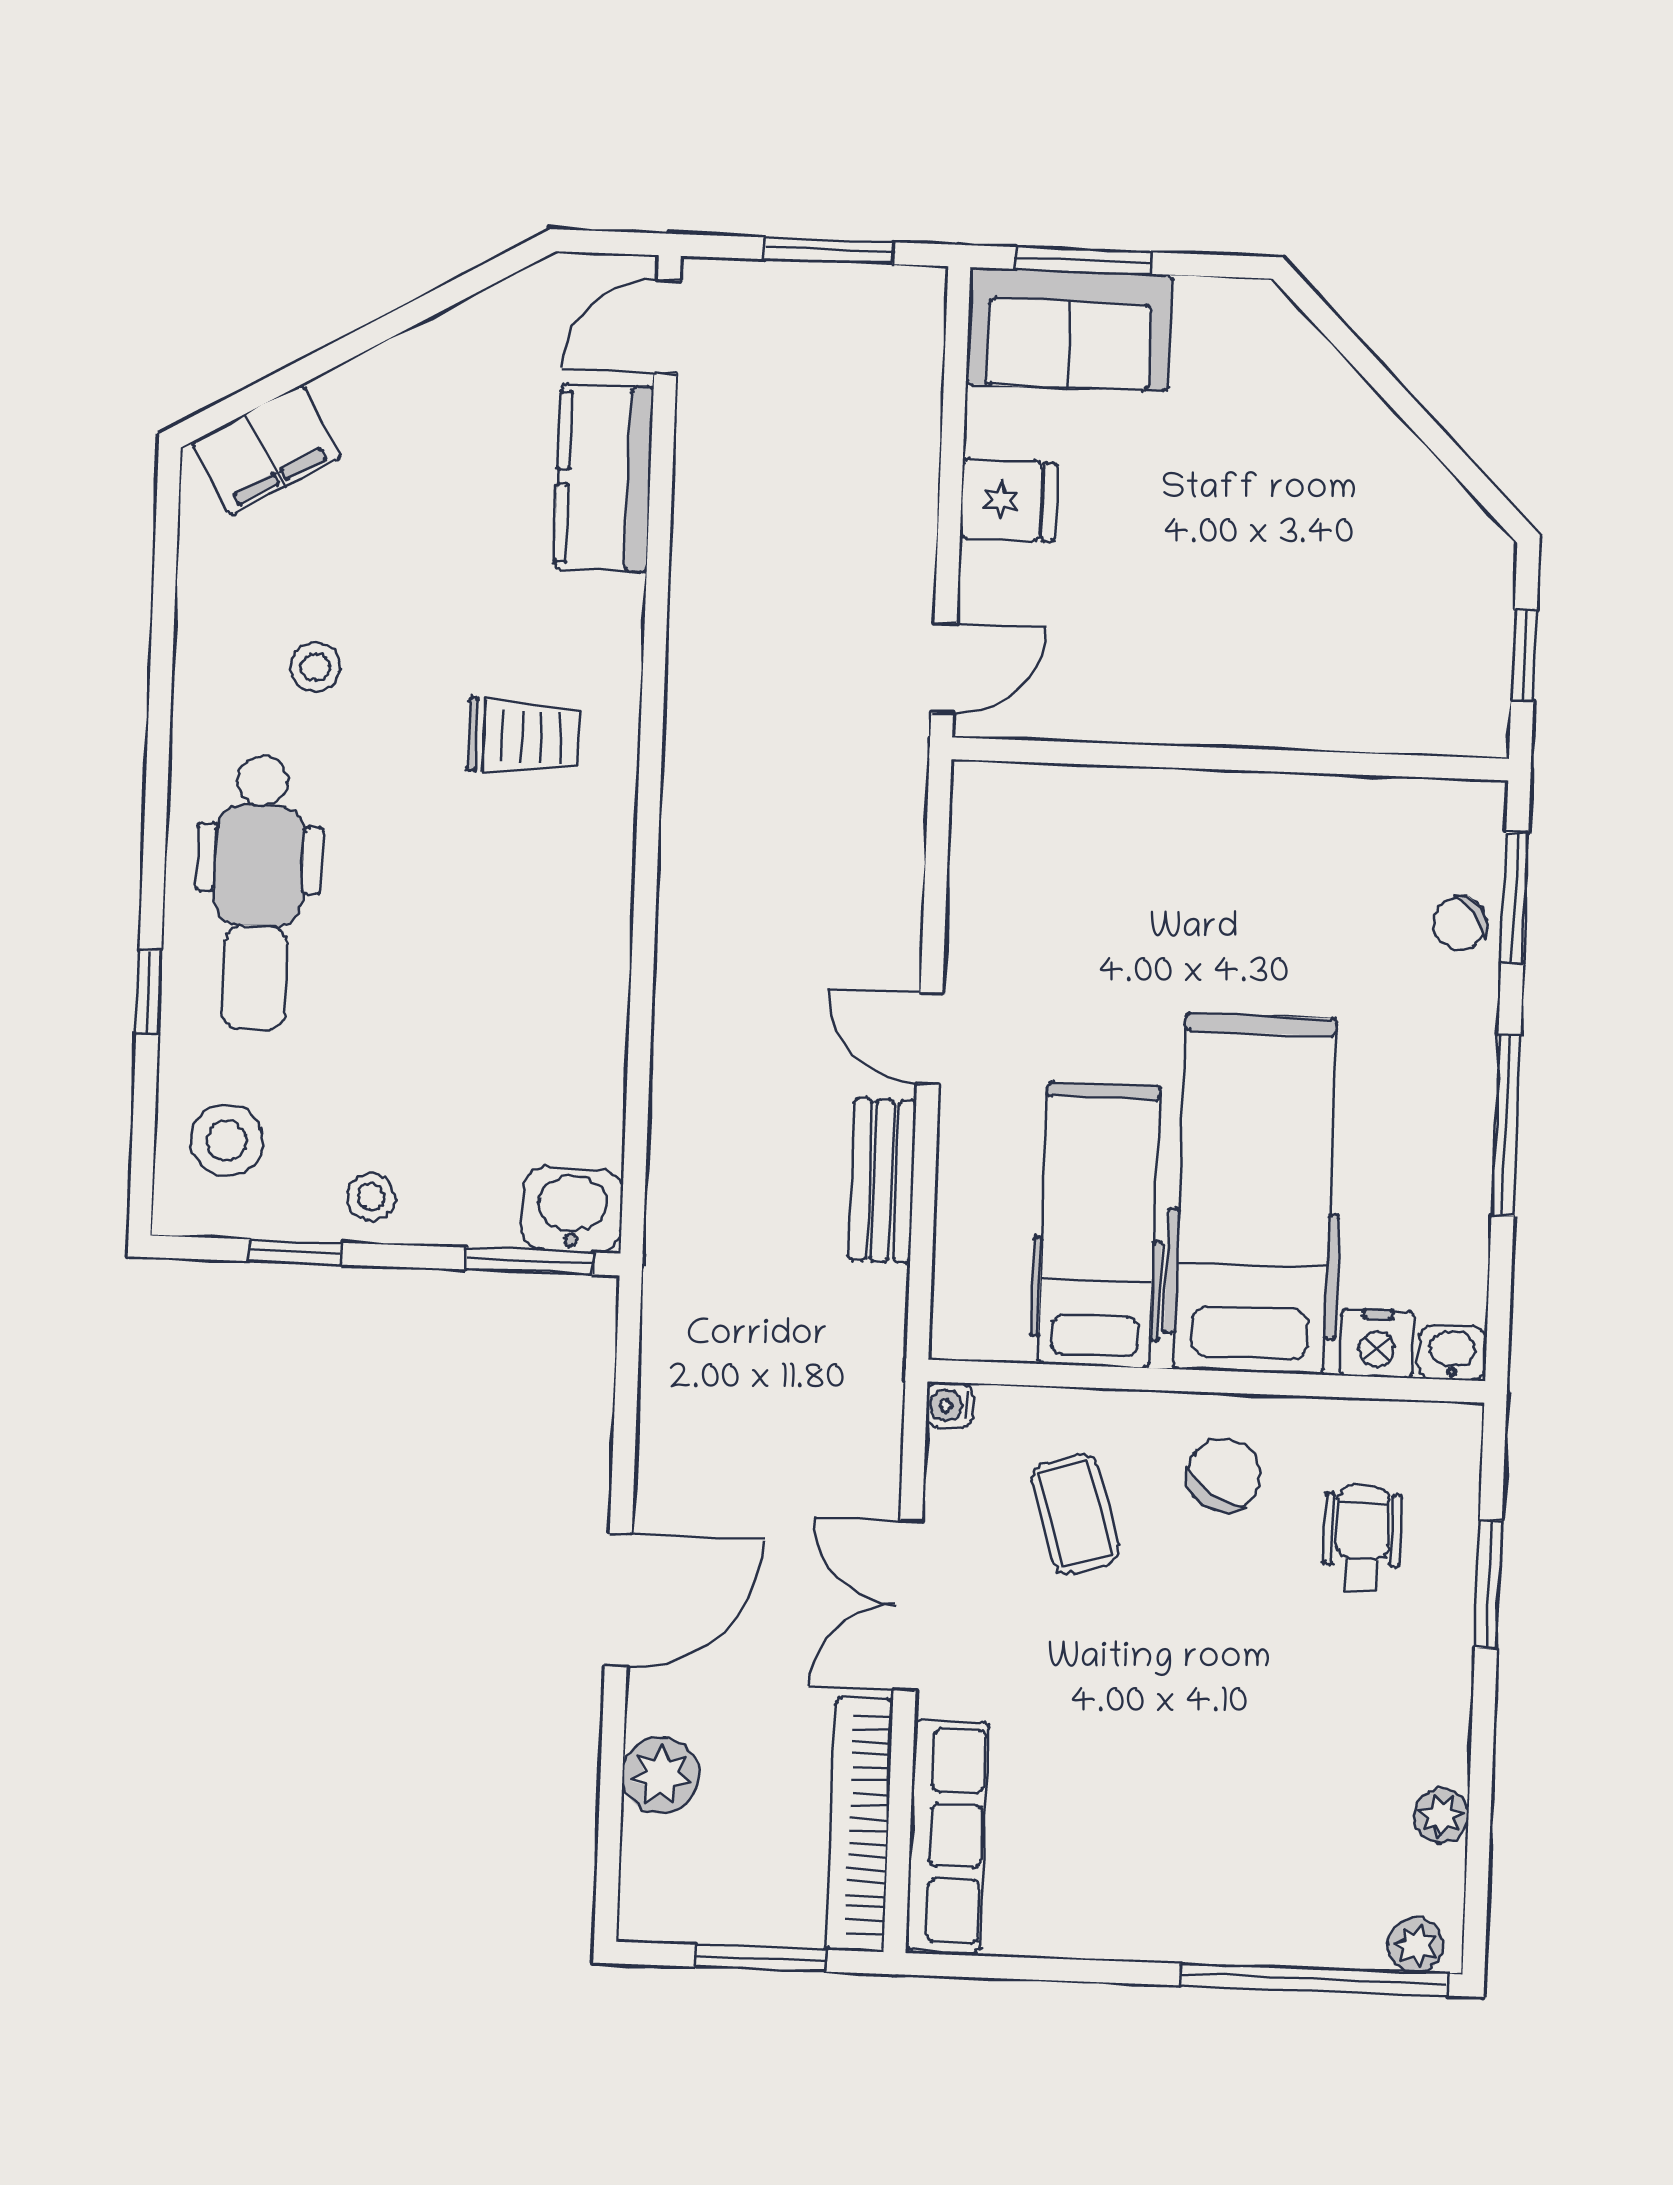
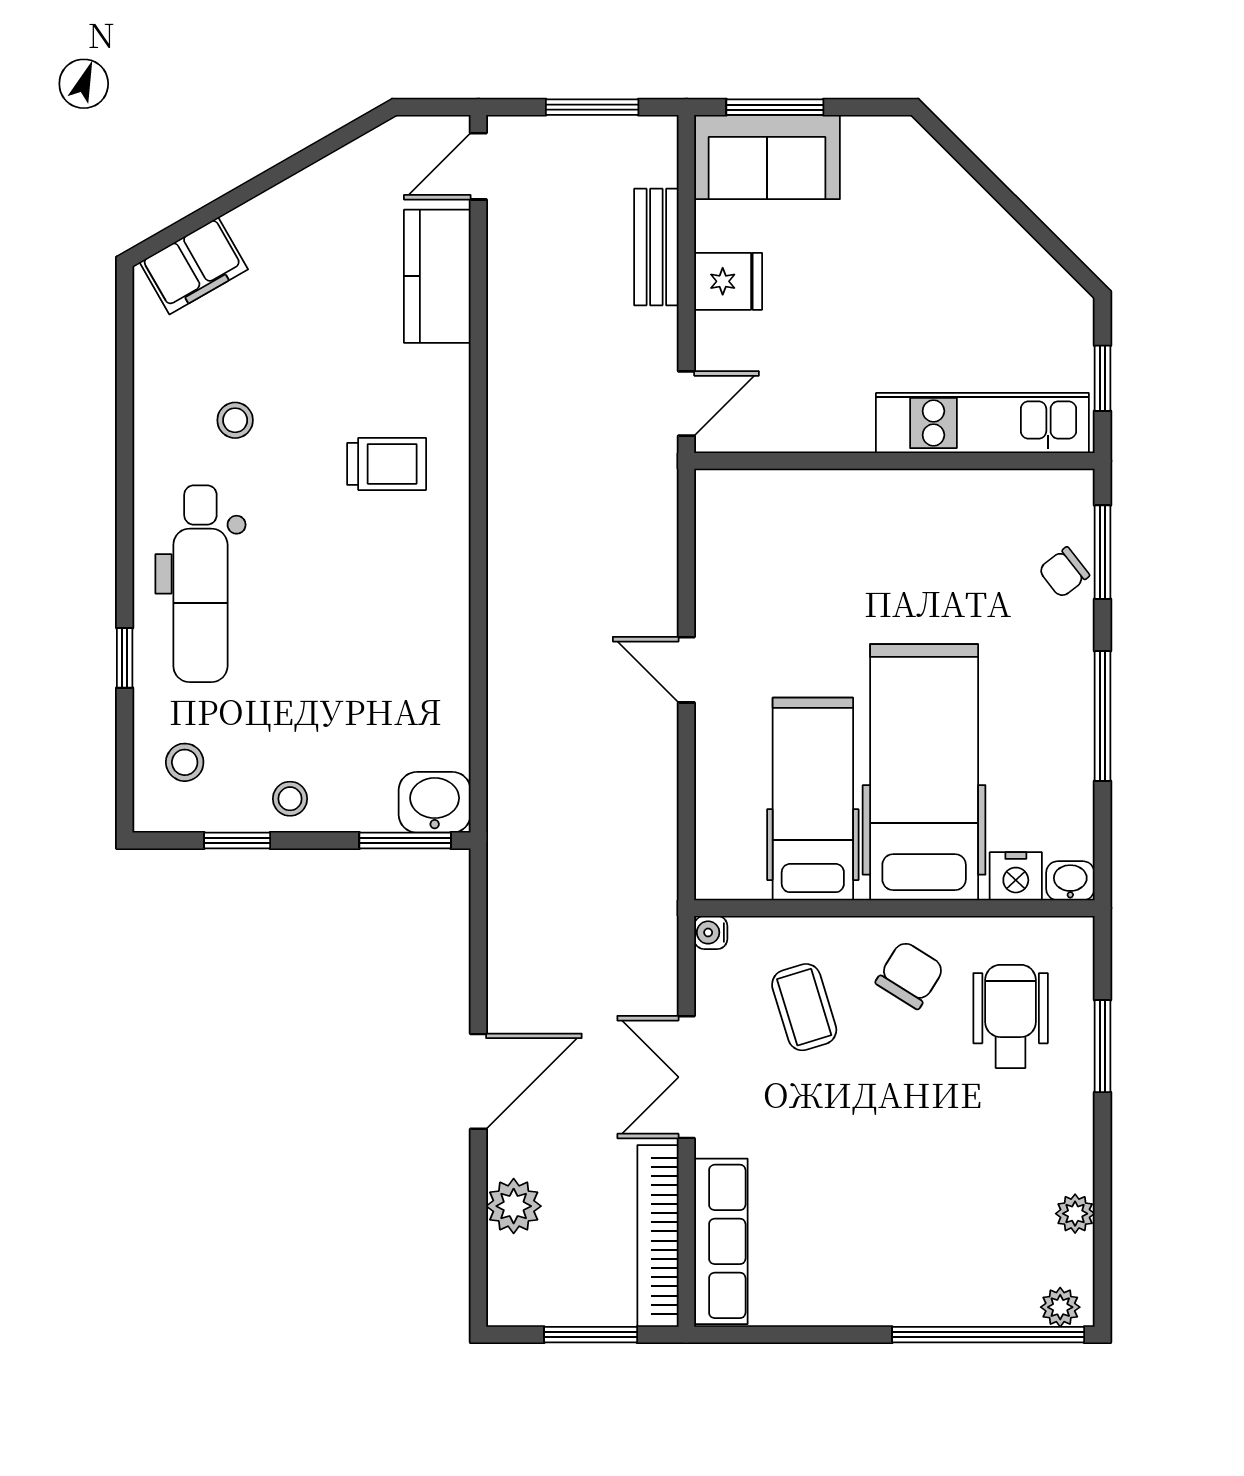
kitchen unit: (1355, 711) -> (982, 423), added
stool: (227, 1140) -> (185, 762), width x0.73, depth x0.73
bench: (882, 1180) -> (656, 247), moved
wheelchair: (1362, 1538) -> (1011, 1016), width x1.36, depth x1.37

